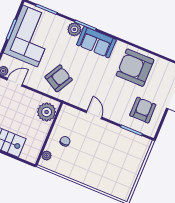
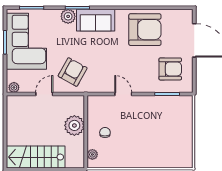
armchair: (135, 68) -> (145, 30), turned 180
door: (15, 82) -> (44, 94), moved
armchair: (143, 110) -> (170, 69), turned 90
plant: (47, 112) -> (74, 125), moved

